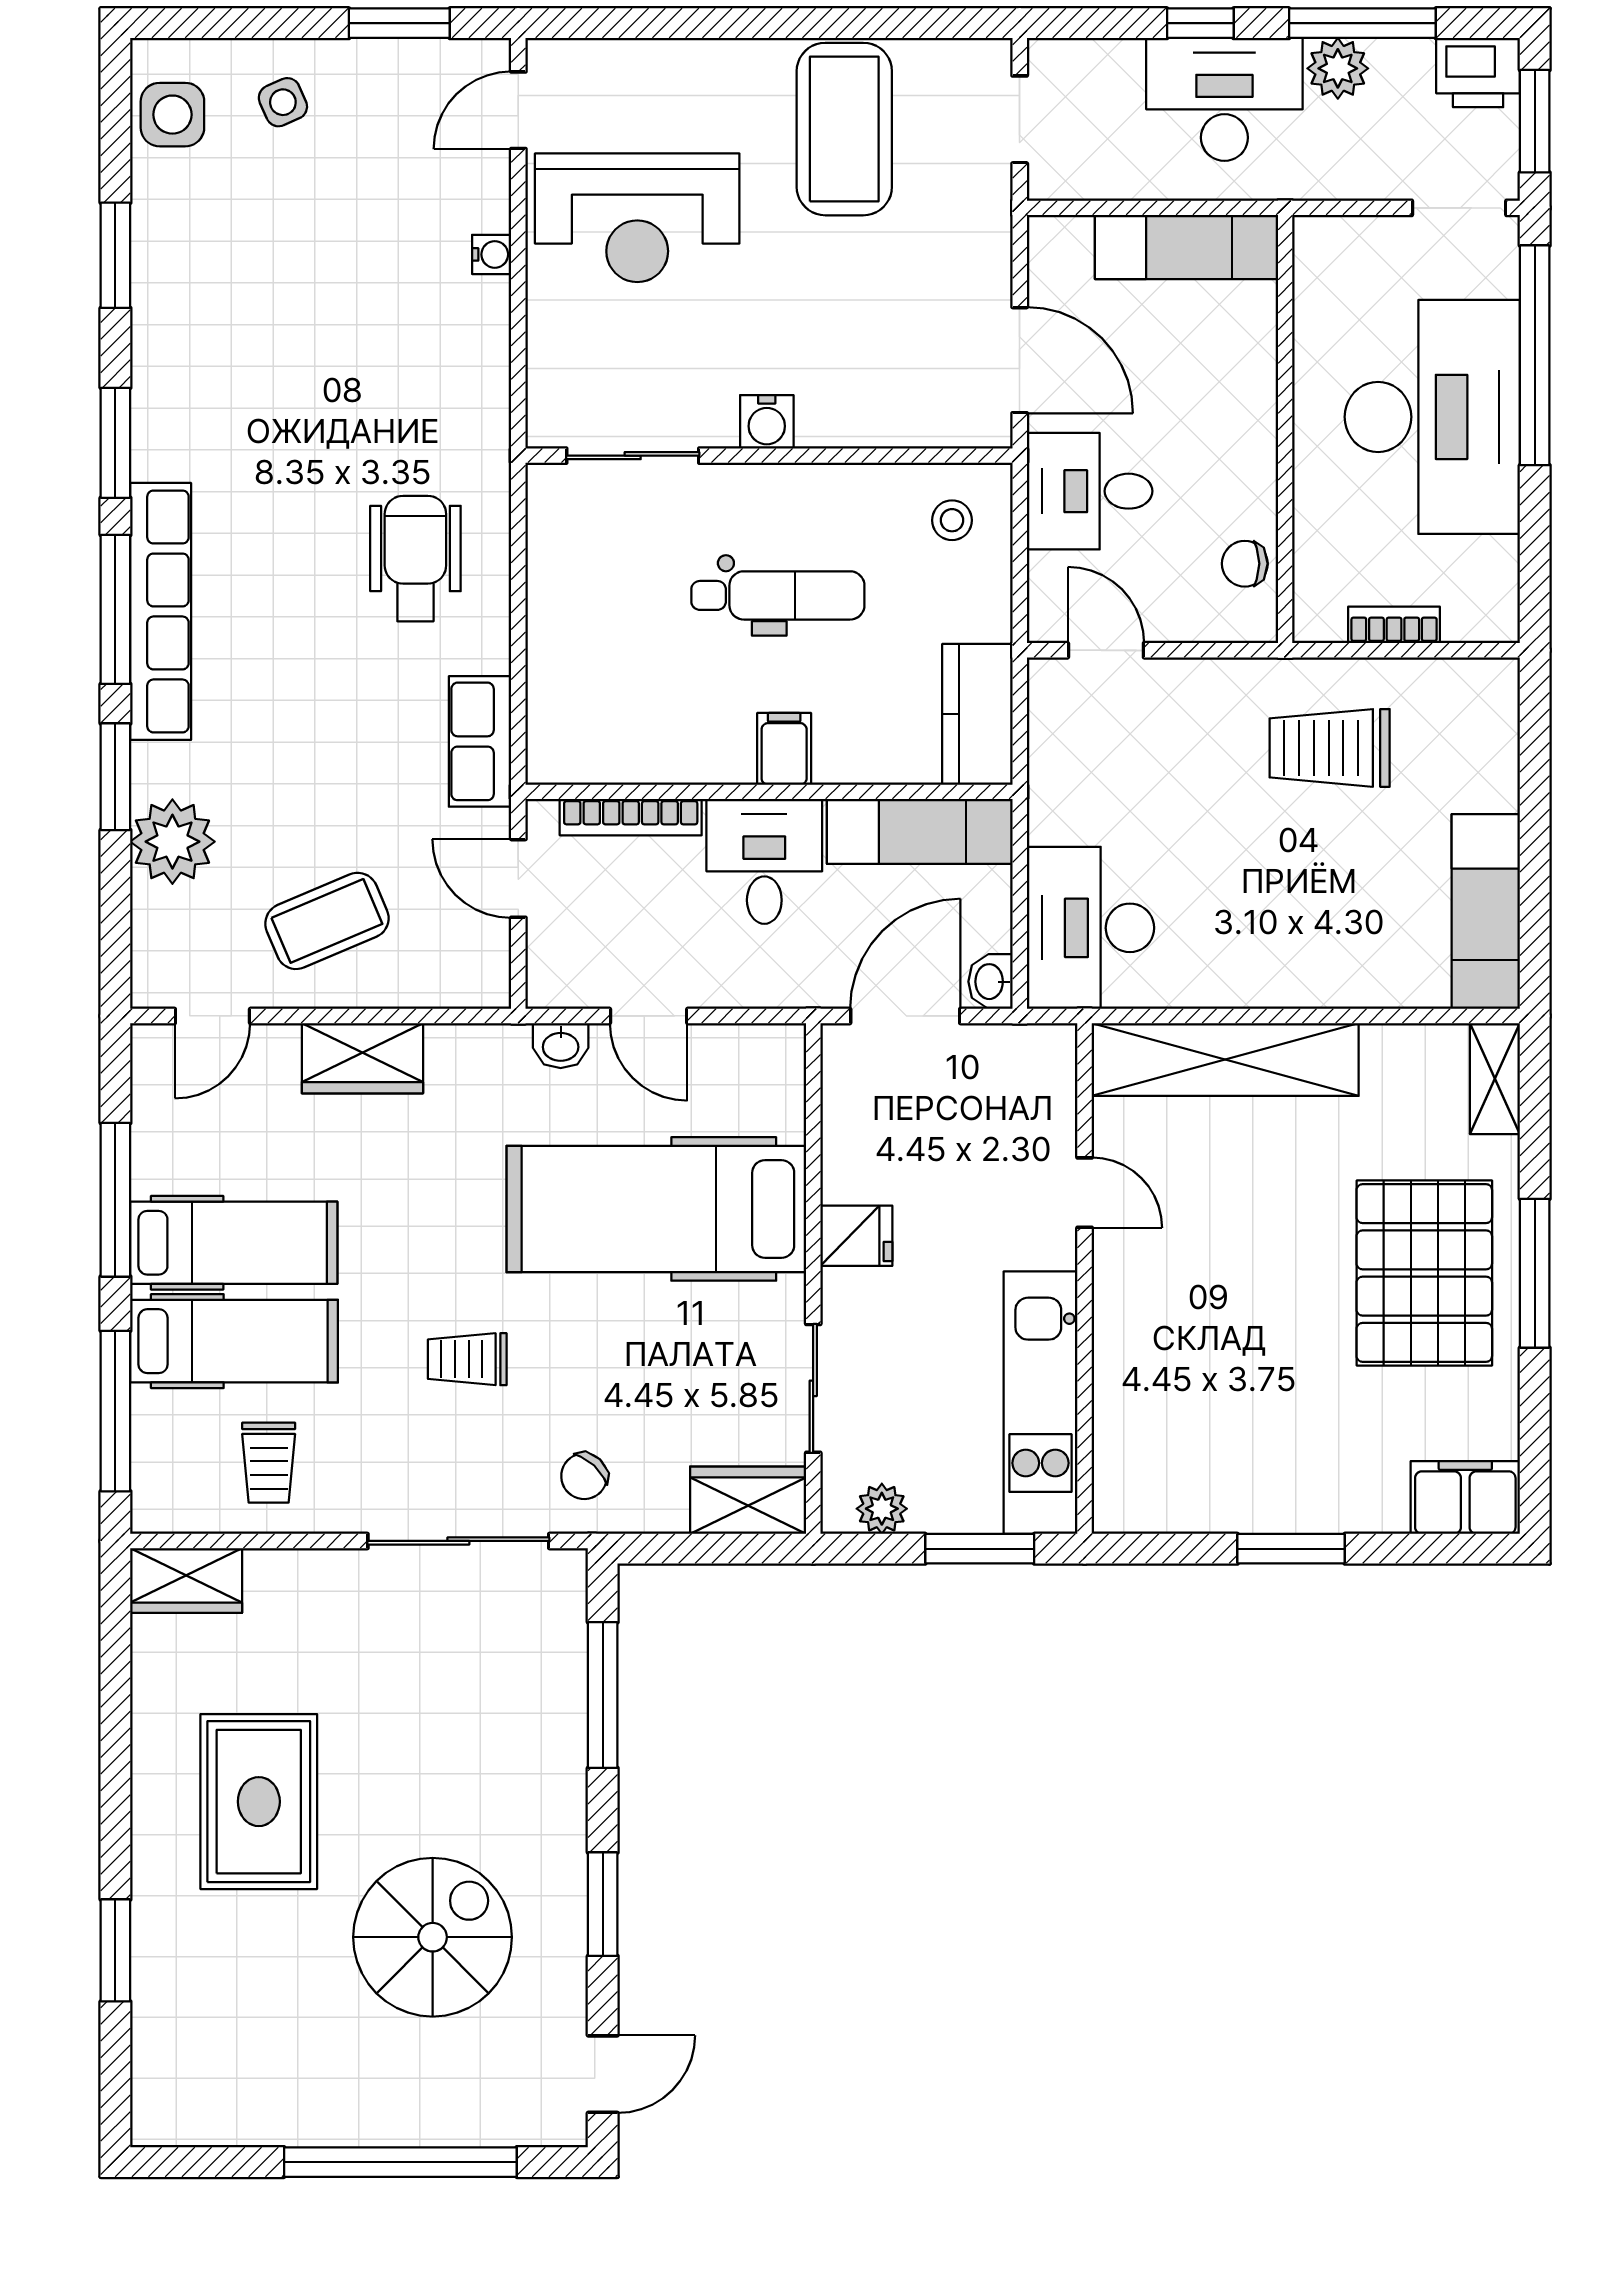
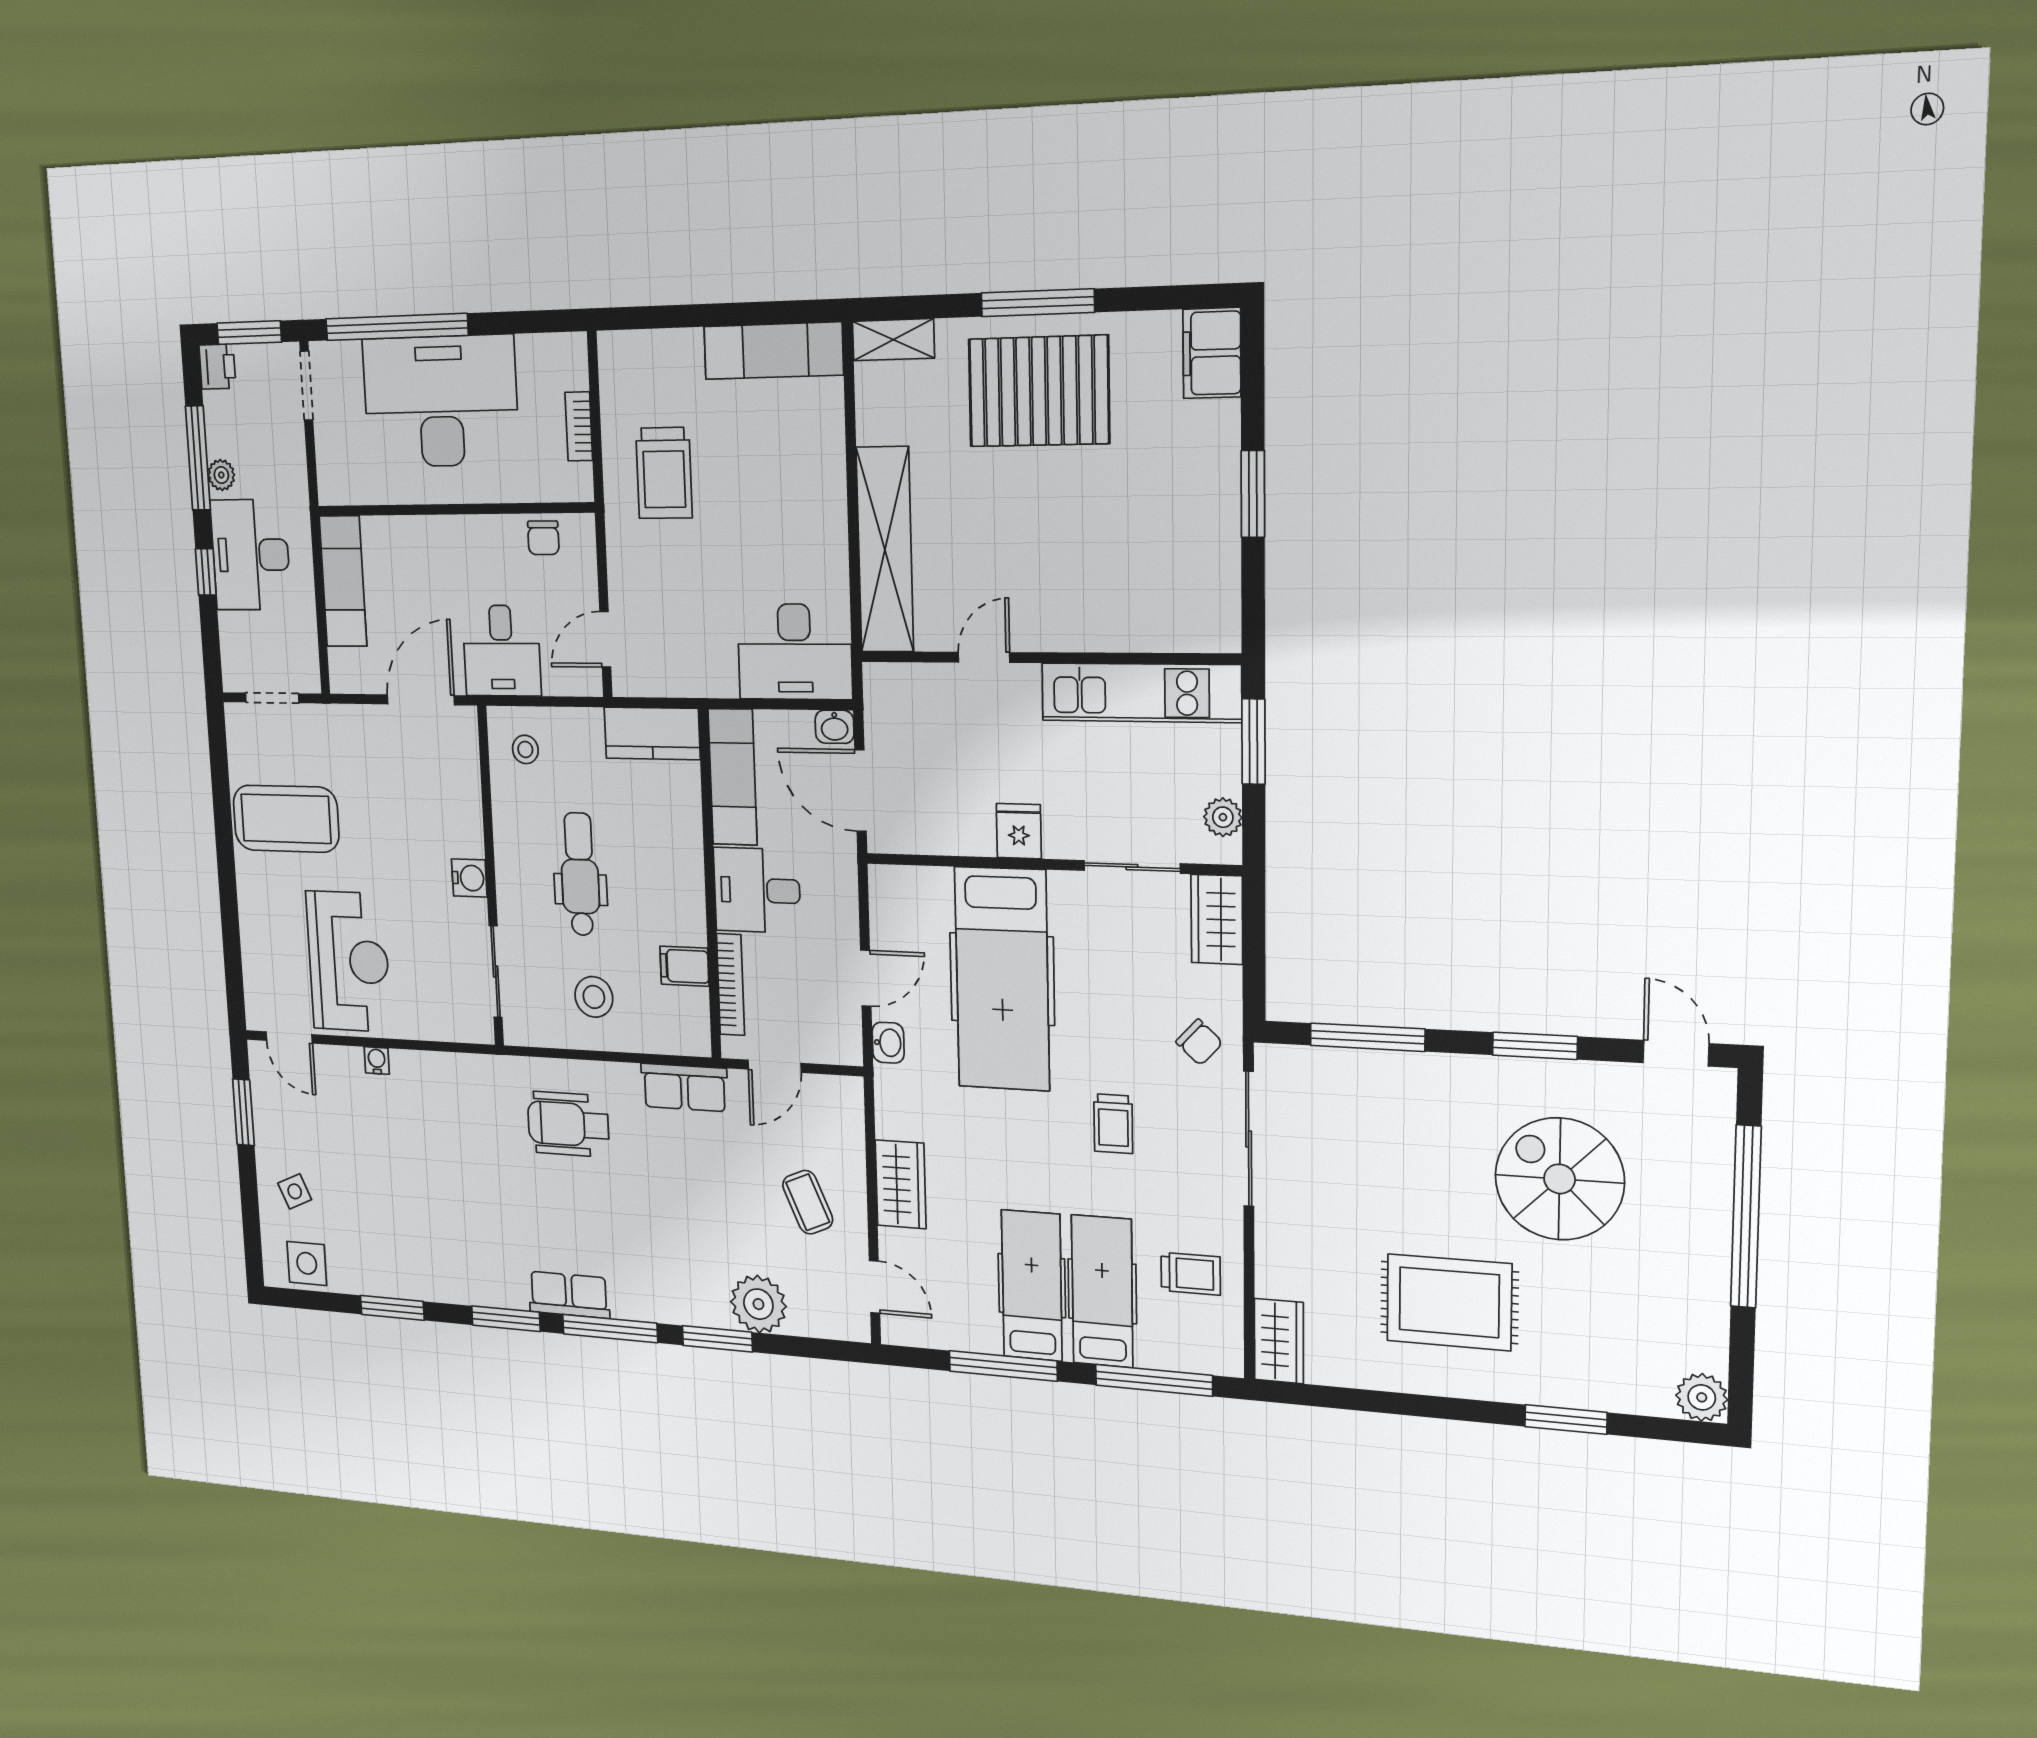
plant: (1338, 68) -> (221, 475), width x0.73, depth x0.73
printer: (1478, 73) -> (217, 367), width x0.73, depth x0.81
stool: (603, 608) -> (594, 997), added
row of seats: (161, 611) -> (569, 1295), width x0.50
filing cabinet: (784, 749) -> (684, 966), moved
coffee table: (327, 921) -> (808, 1202), width x0.73, depth x0.77
plant: (162, 2116) -> (1702, 1397), added

